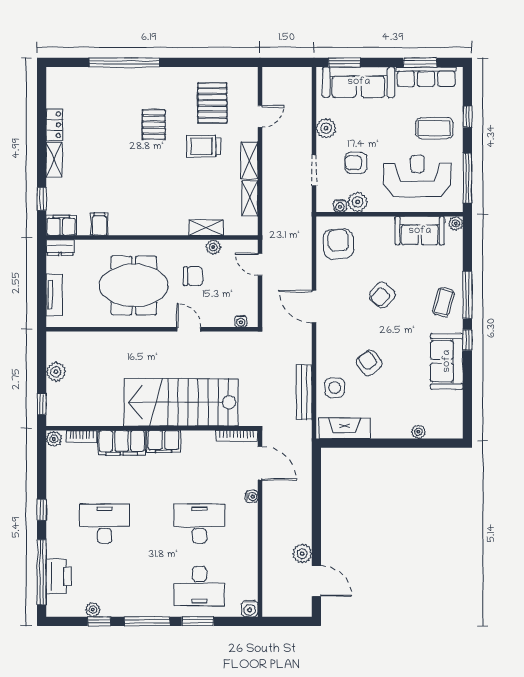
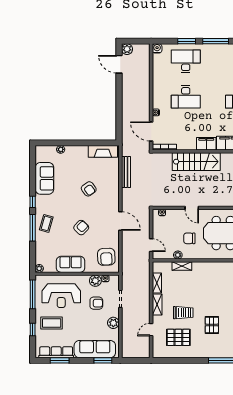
pallet: (212, 103) -> (178, 337), turned 90
sofa: (420, 231) -> (71, 264), moved
sofa: (447, 361) -> (44, 178), moved
side table: (335, 388) -> (108, 175), removed
stairs: (181, 402) -> (196, 162), width x0.73, depth x0.66
plant: (302, 554) -> (127, 49), moved

